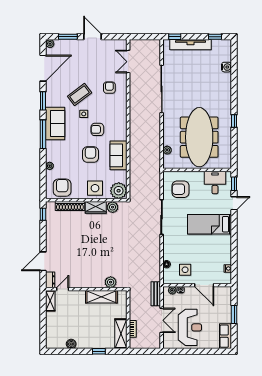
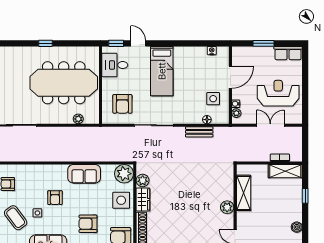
armchair: (90, 155) -> (88, 224), moved
plant: (111, 282) -> (227, 207), moved
bench: (156, 294) -> (199, 132), moved

